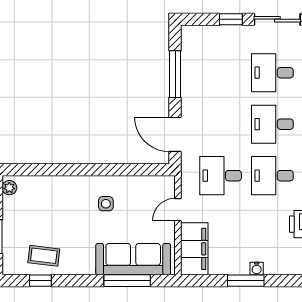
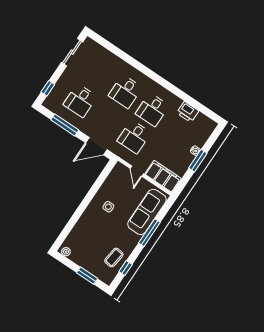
window: (231, 19) -> (48, 88), moved
desk: (272, 73) -> (80, 101), moved
window: (127, 281) -> (149, 233), moved

